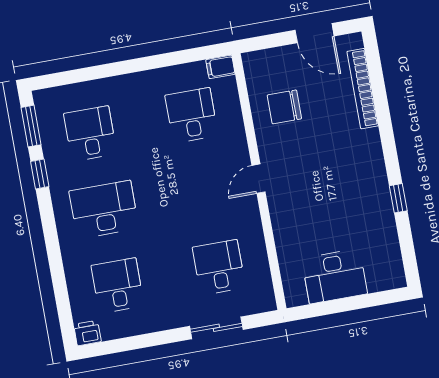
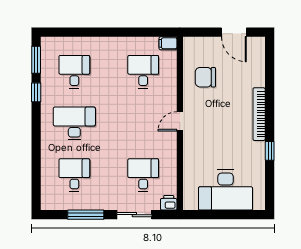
bookcase: (363, 89) -> (259, 114), moved
desk: (335, 276) -> (226, 190), width x1.36, depth x1.30
printer: (87, 333) -> (169, 203), moved
window: (145, 341) -> (86, 215), added

